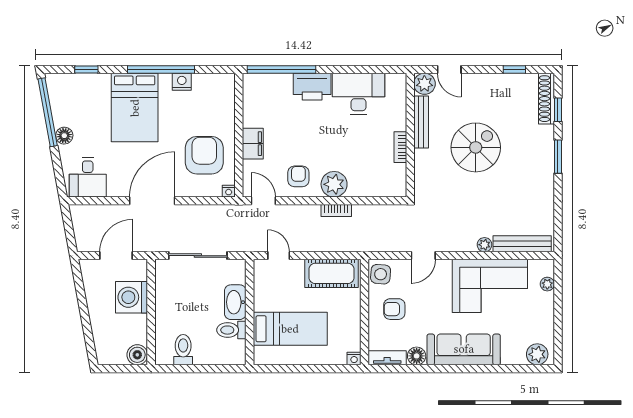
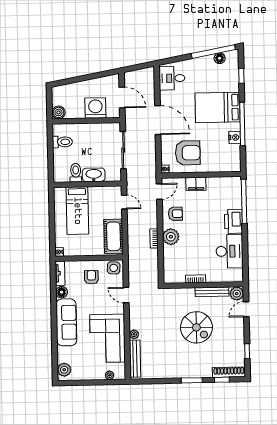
floor lamp: (64, 136) -> (220, 58), moved
door: (279, 256) -> (124, 202), hinge flipped

